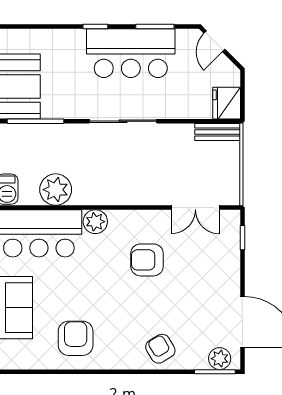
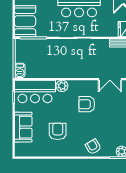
plant: (56, 190) -> (43, 71), removed
armchair: (76, 338) -> (58, 131), moved

